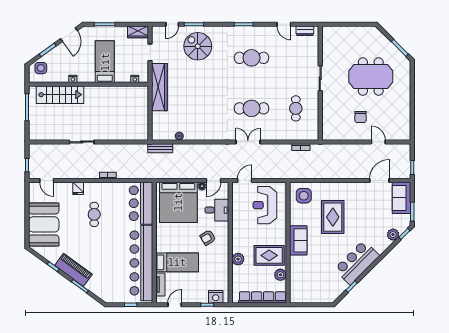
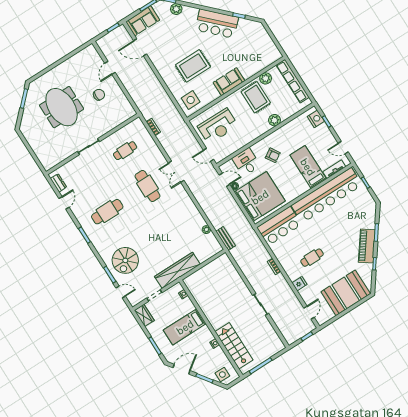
cafe table: (252, 58) -> (107, 212), turned 90

